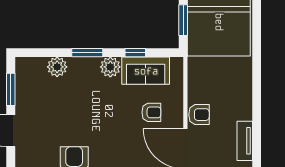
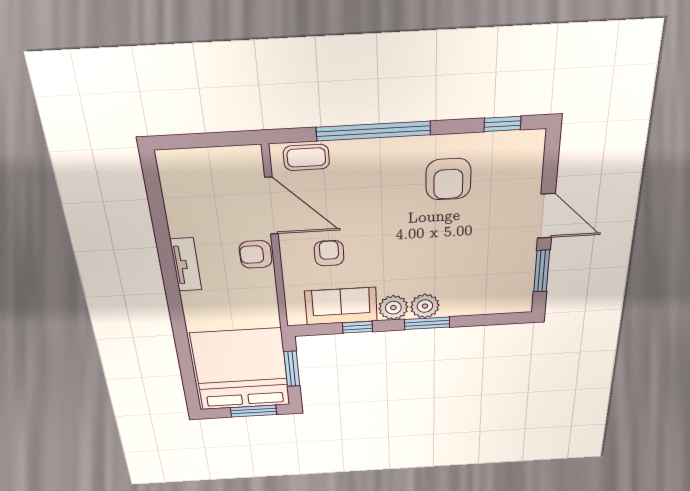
plant: (57, 67) -> (425, 306), moved
armchair: (151, 112) -> (329, 253), turned 90
tv unit: (245, 141) -> (186, 265), moved

